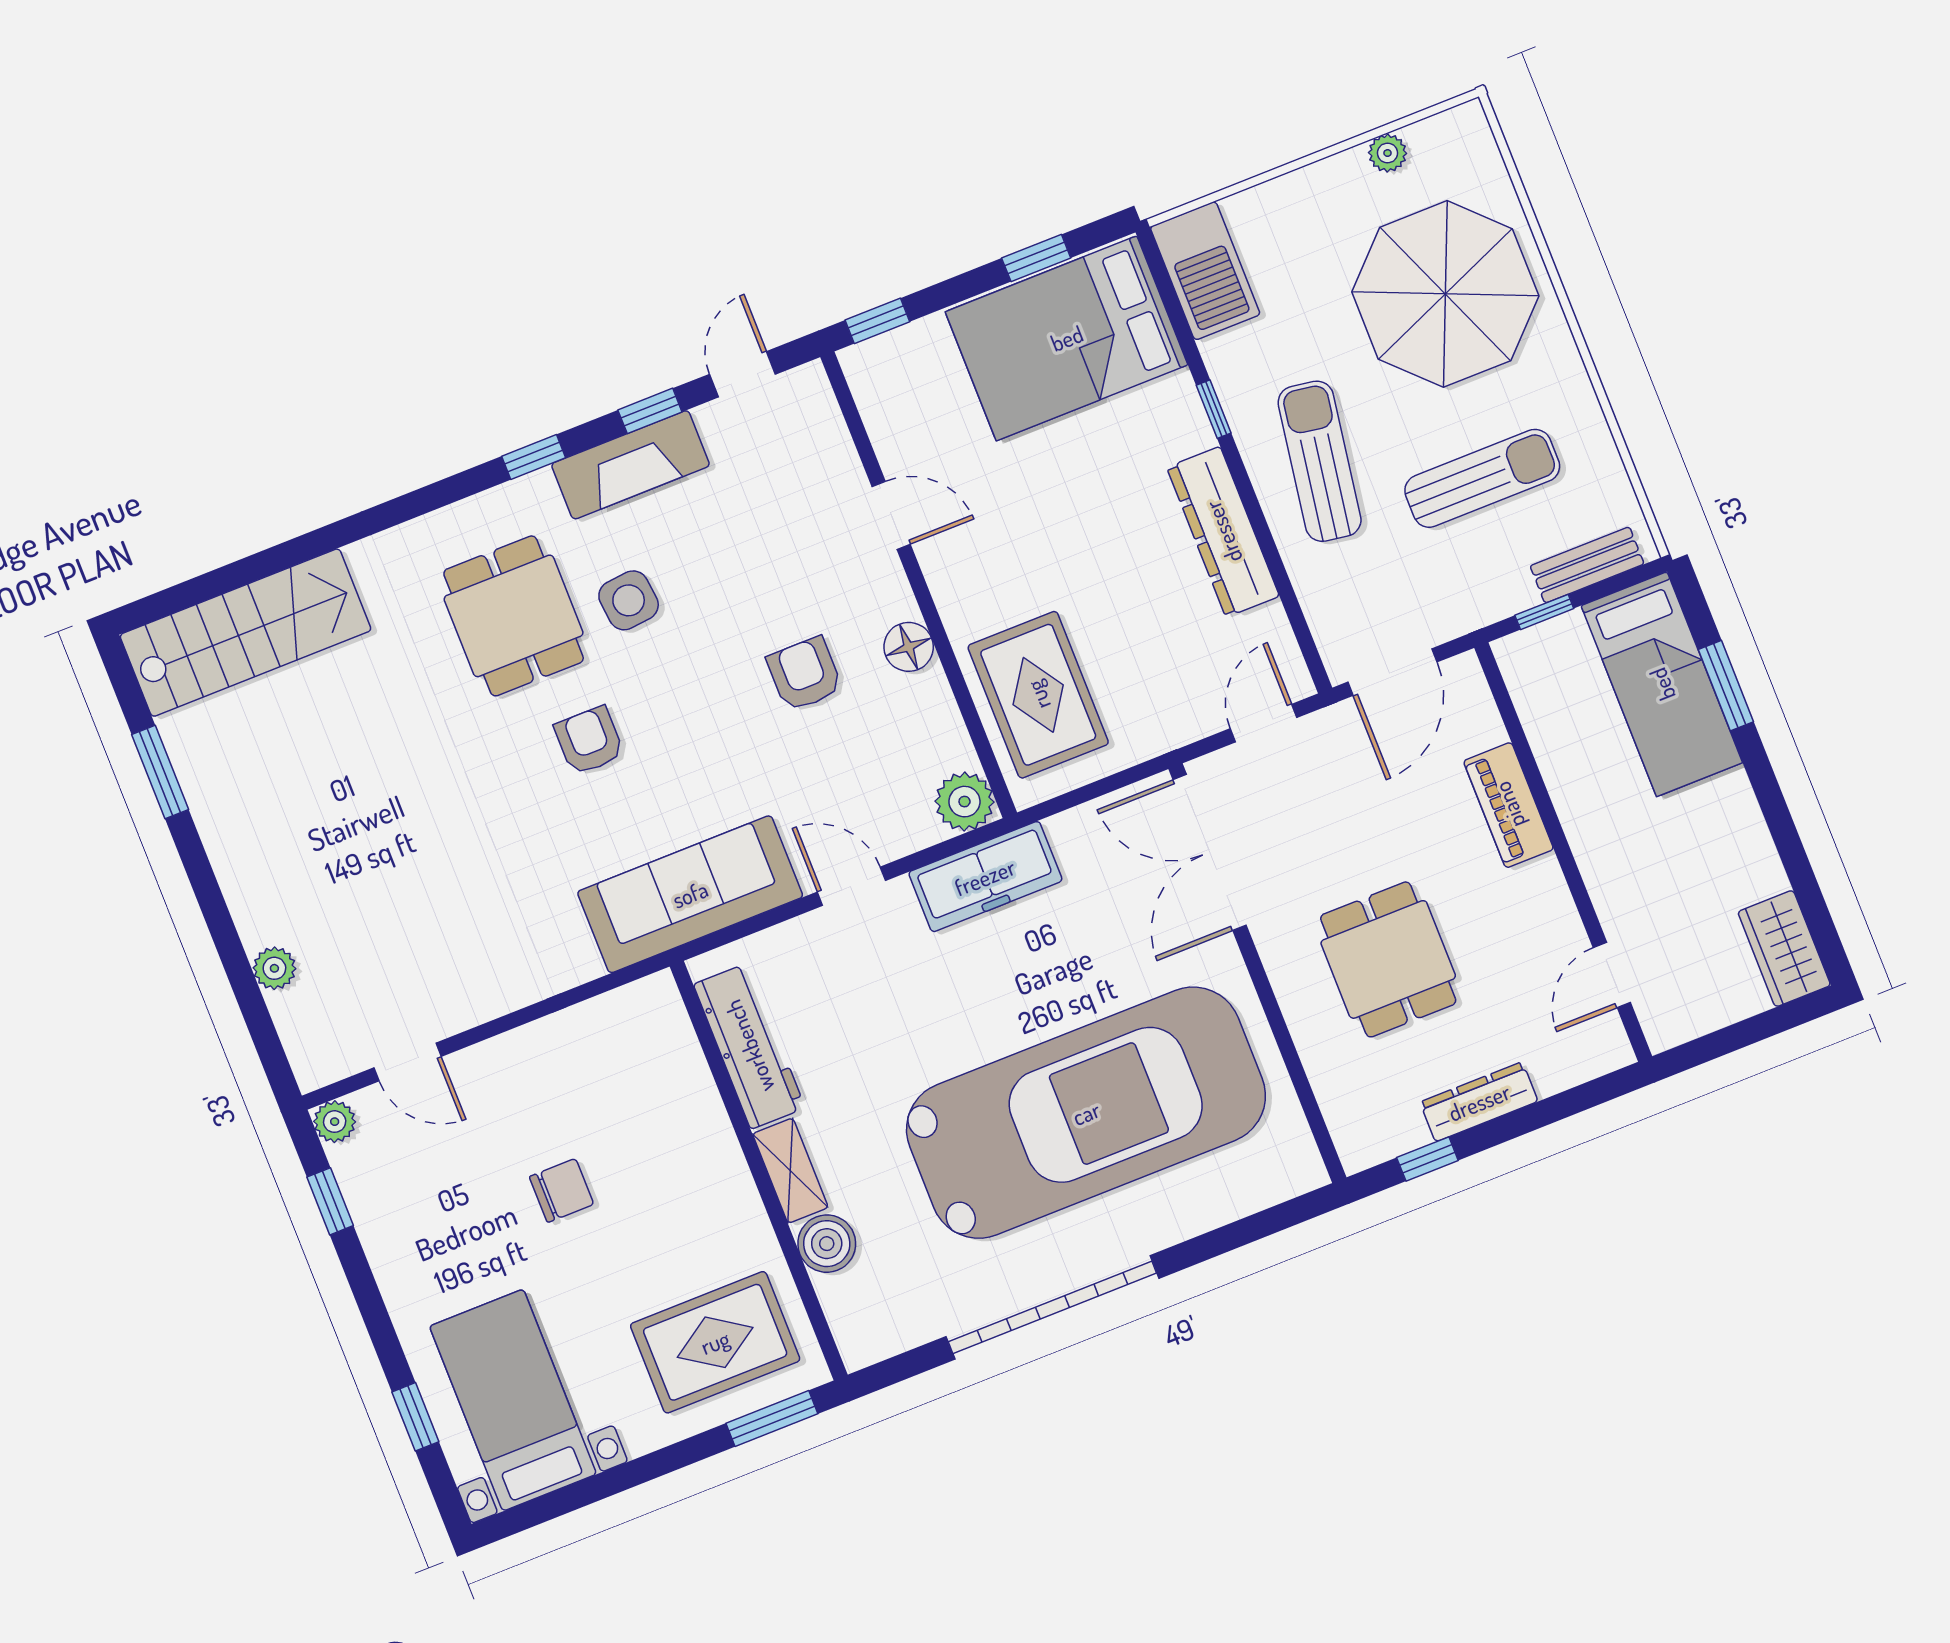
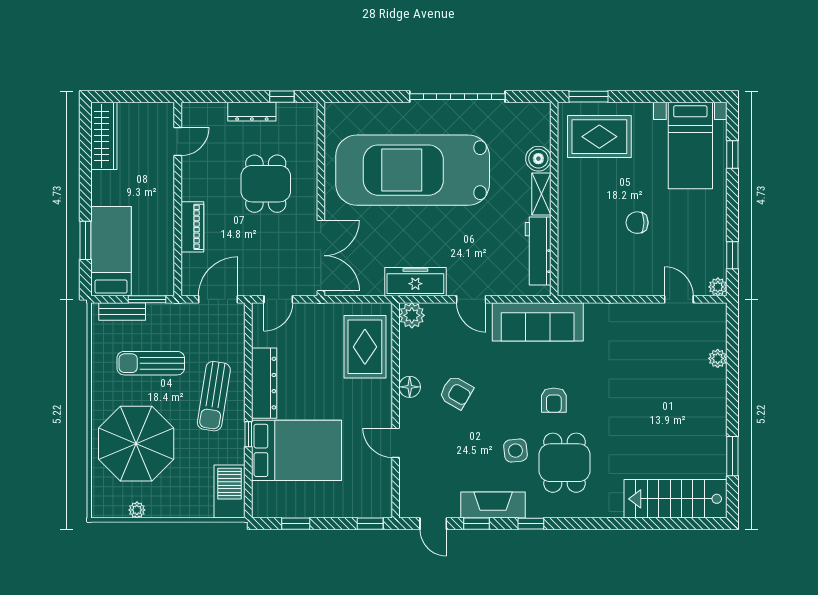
bed: (1067, 338) -> (296, 450), moved
door: (743, 374) -> (433, 524), hinge flipped
window: (1544, 612) -> (147, 299), width x1.50
armchair: (804, 674) -> (456, 393), turned -60
wardrobe: (1784, 949) -> (104, 136), width x1.50

